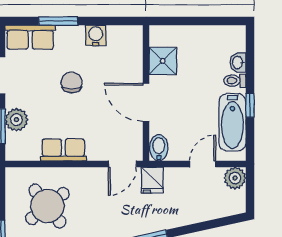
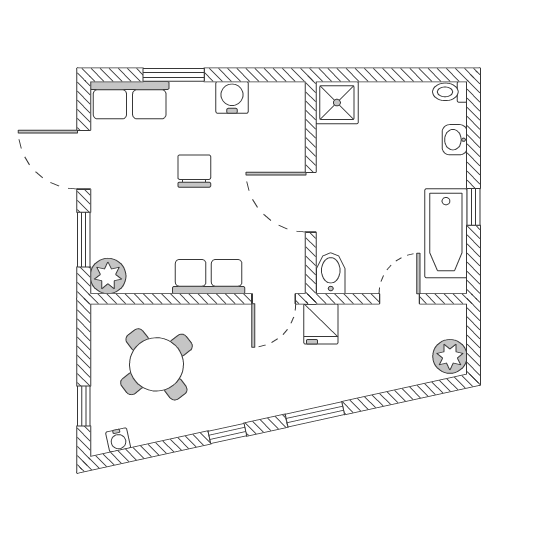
shower: (163, 61) -> (337, 103), moved
toilet: (235, 81) -> (450, 92), moved
plant: (16, 120) -> (108, 276), moved
row of seats: (63, 150) -> (209, 277), moved
plant: (235, 178) -> (450, 356), moved

